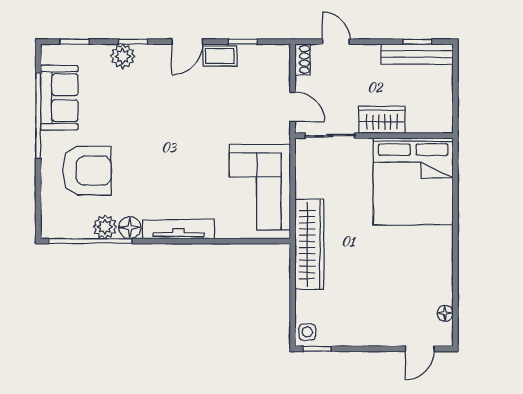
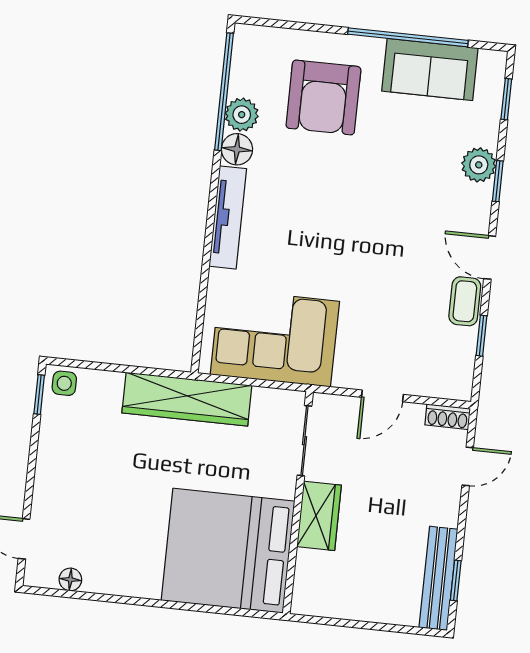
wardrobe: (382, 120) -> (319, 516), moved
sliding door: (330, 136) -> (304, 441), moved
wall: (374, 136) -> (298, 503), moved
bed: (413, 181) -> (228, 551), moved

